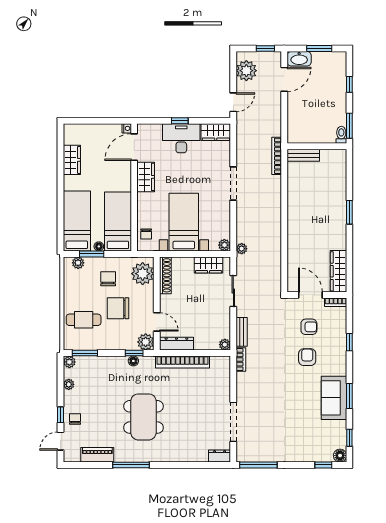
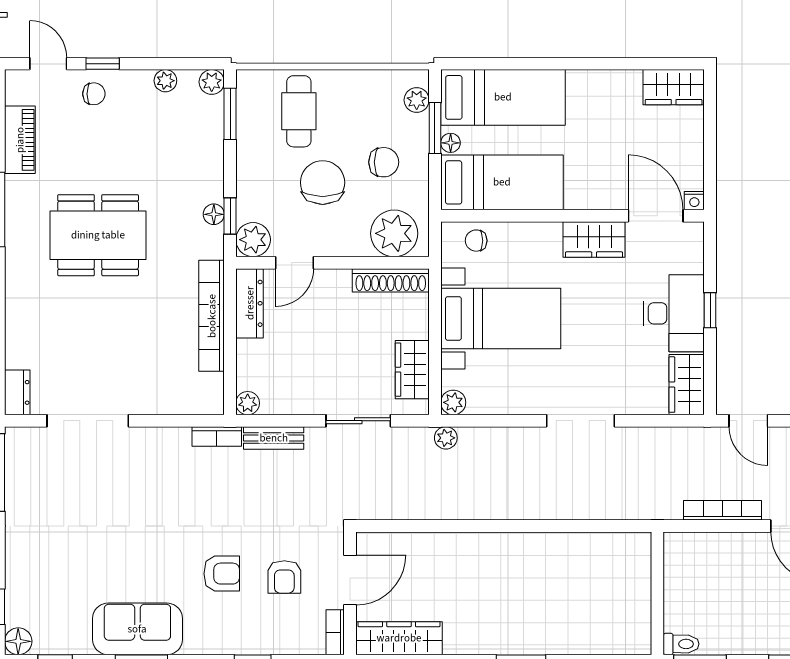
bench: (303, 155) -> (639, 565), removed
bookcase: (277, 156) -> (723, 510), moved
wardrobe: (72, 160) -> (674, 87), moved

